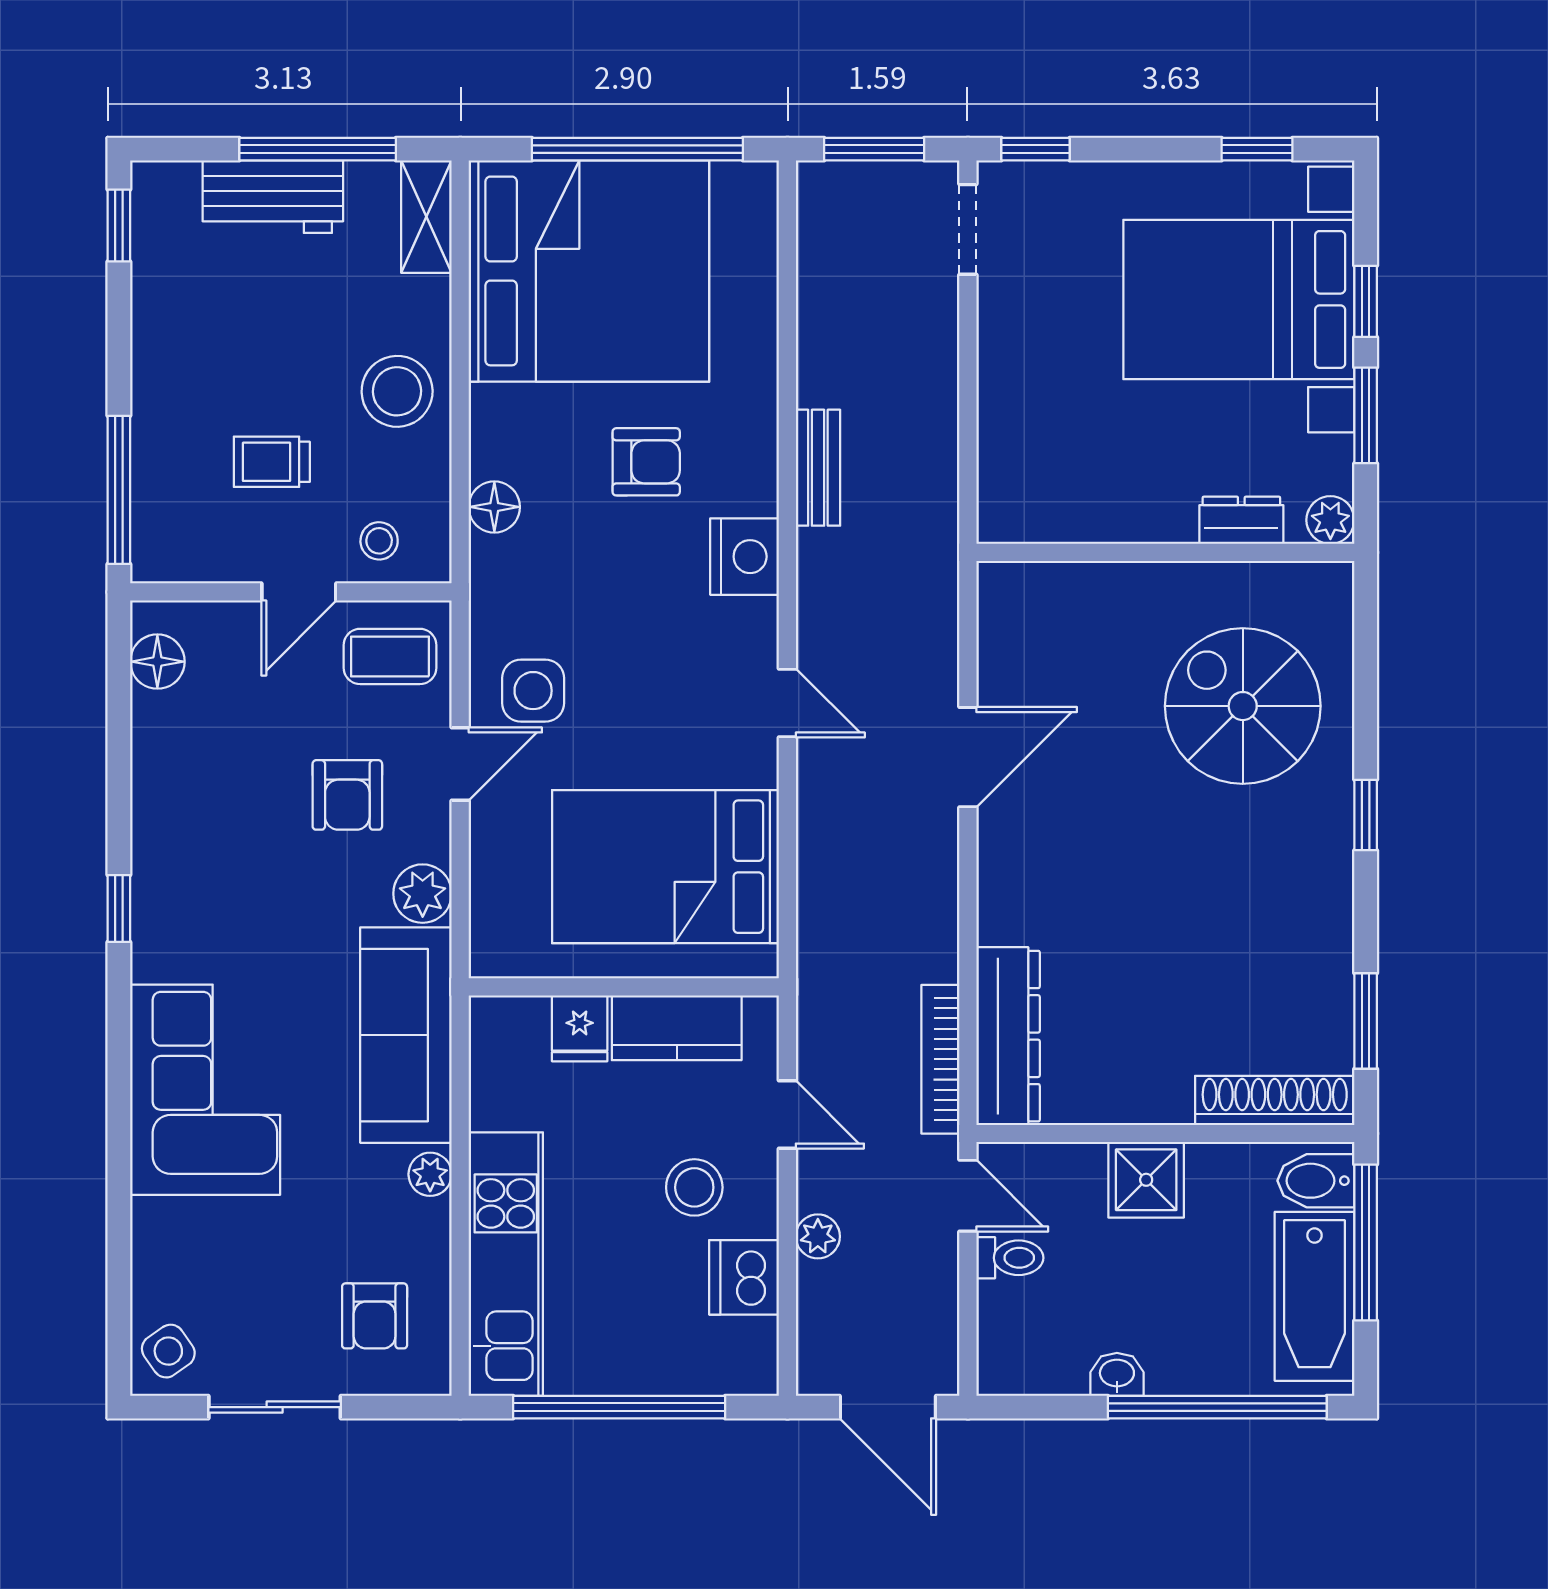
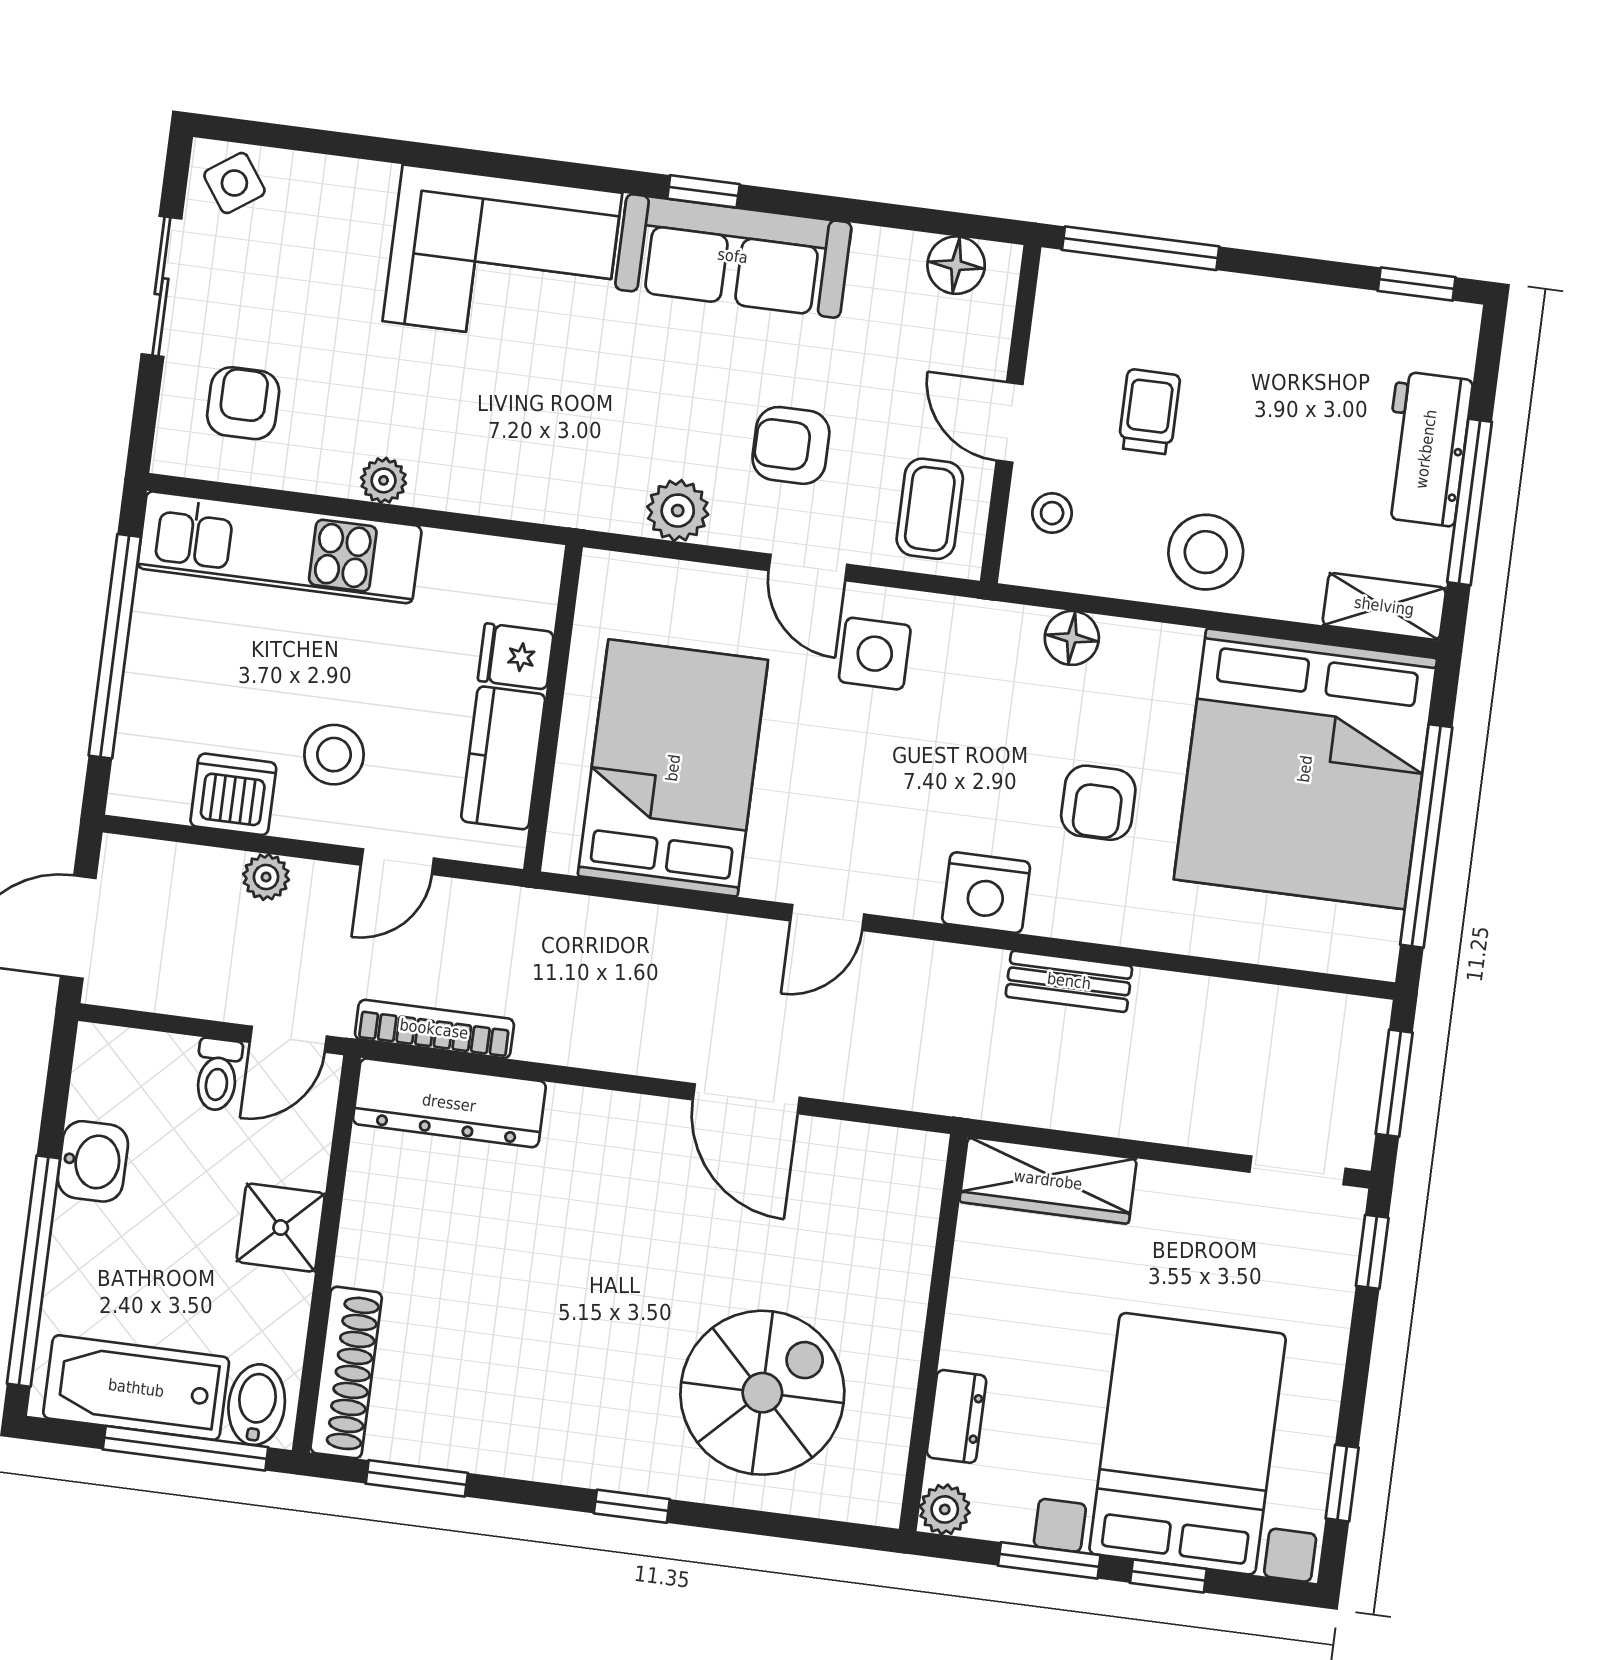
wardrobe: (1008, 463) -> (1048, 1180), added
sofa: (406, 1035) -> (733, 256), moved, turned 180
armchair: (375, 1316) -> (243, 403), turned 90
washbasin: (1117, 1374) -> (93, 1161), width x1.38, depth x1.45

